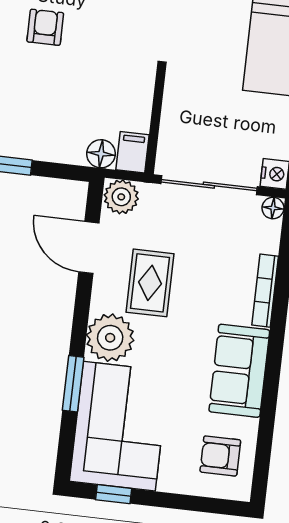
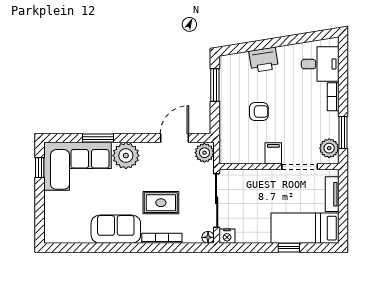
armchair: (45, 27) -> (259, 112), moved
filing cabinet: (133, 152) -> (273, 153), moved, turned -90
floor lamp: (101, 154) -> (227, 139), removed
rug: (150, 283) -> (161, 203), moved
armchair: (220, 456) -> (68, 224), removed

